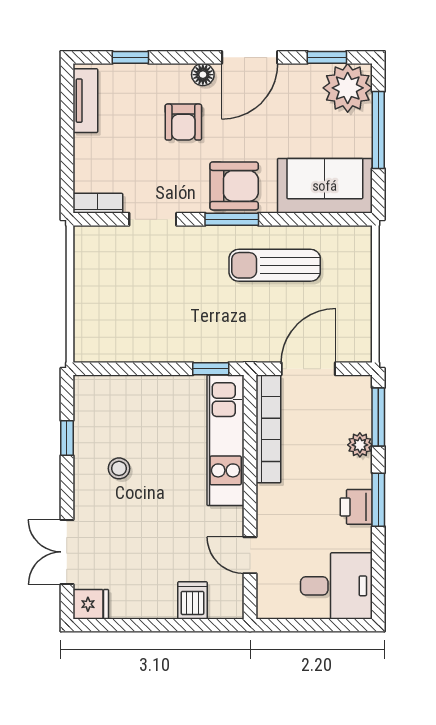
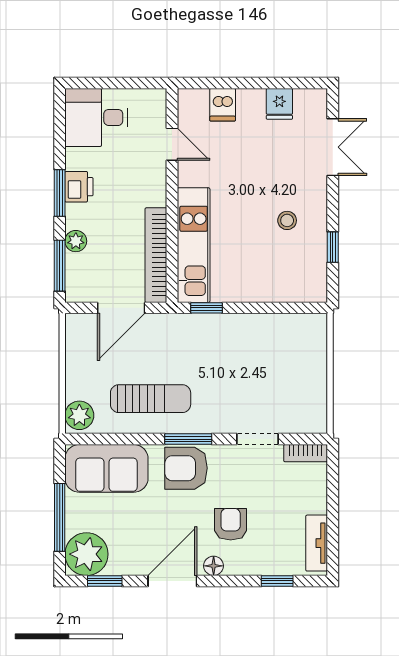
plant: (356, 246) -> (79, 415), added
fridge: (91, 604) -> (279, 104), moved, turned -90

